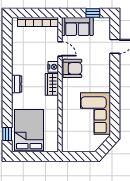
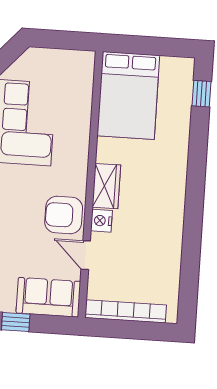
dresser: (17, 84) -> (176, 191), removed
bed: (29, 131) -> (128, 96), moved

